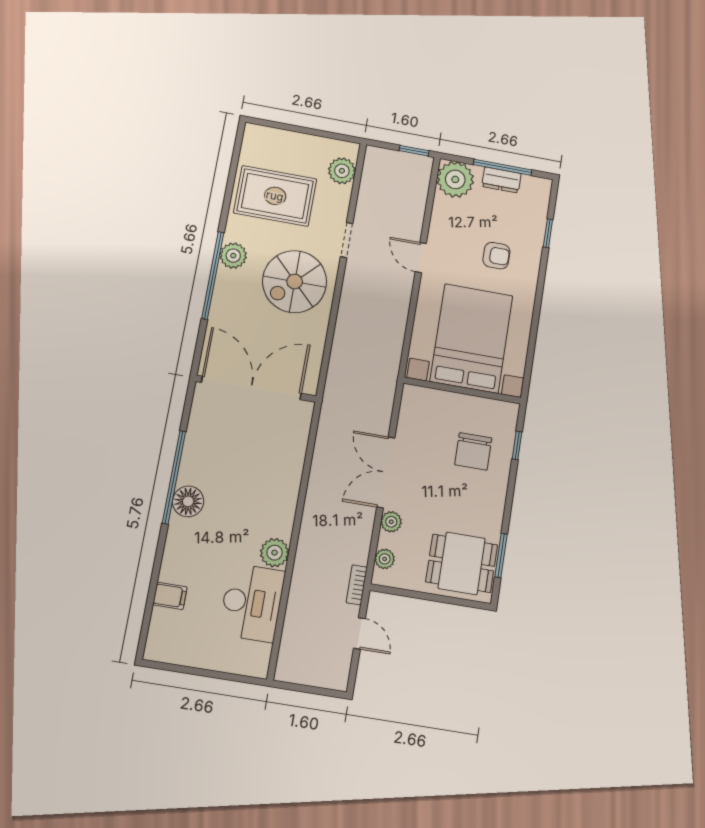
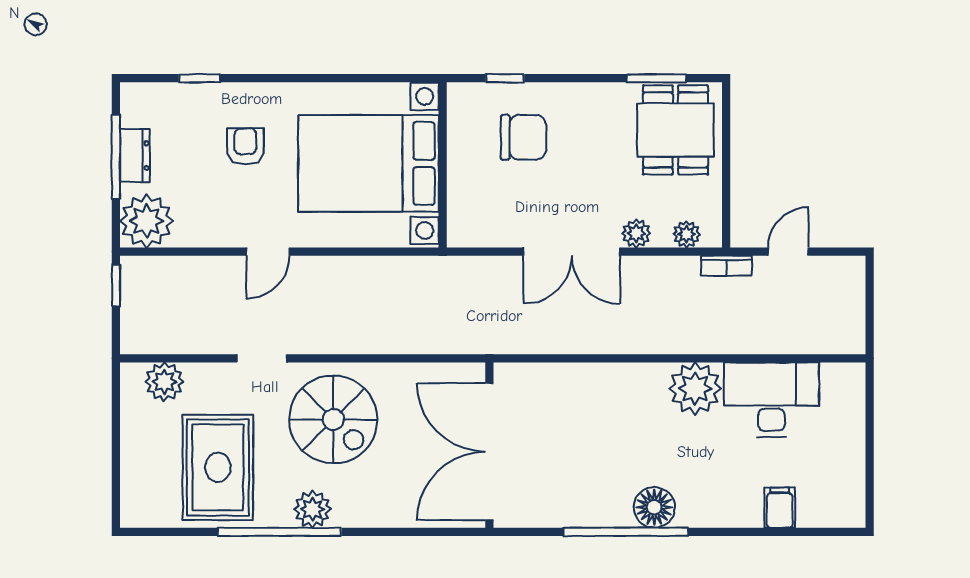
window: (213, 275) -> (279, 532), moved
plant: (275, 553) -> (695, 389), width x1.36, depth x1.36

